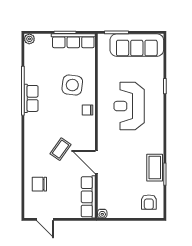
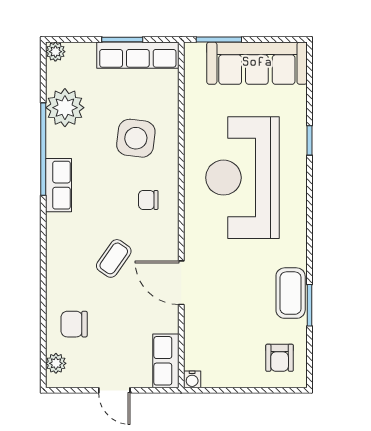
plant: (34, 69) -> (65, 108), added
row of seats: (31, 98) -> (58, 185), moved
reception desk: (129, 106) -> (243, 178), width x1.36, depth x1.30
chair: (88, 110) -> (148, 200), moved
row of seats: (88, 197) -> (166, 361), width x0.68
plant: (30, 205) -> (56, 363), added
door: (45, 219) -> (114, 390), moved

